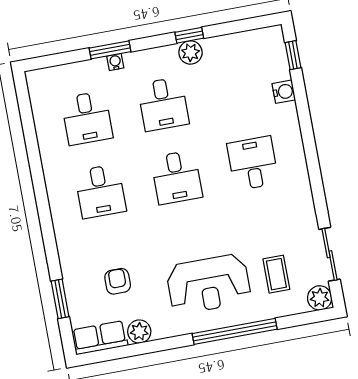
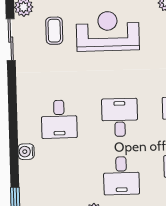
water cooler: (284, 92) -> (26, 152), moved
desk: (163, 104) -> (121, 176), turned 180

